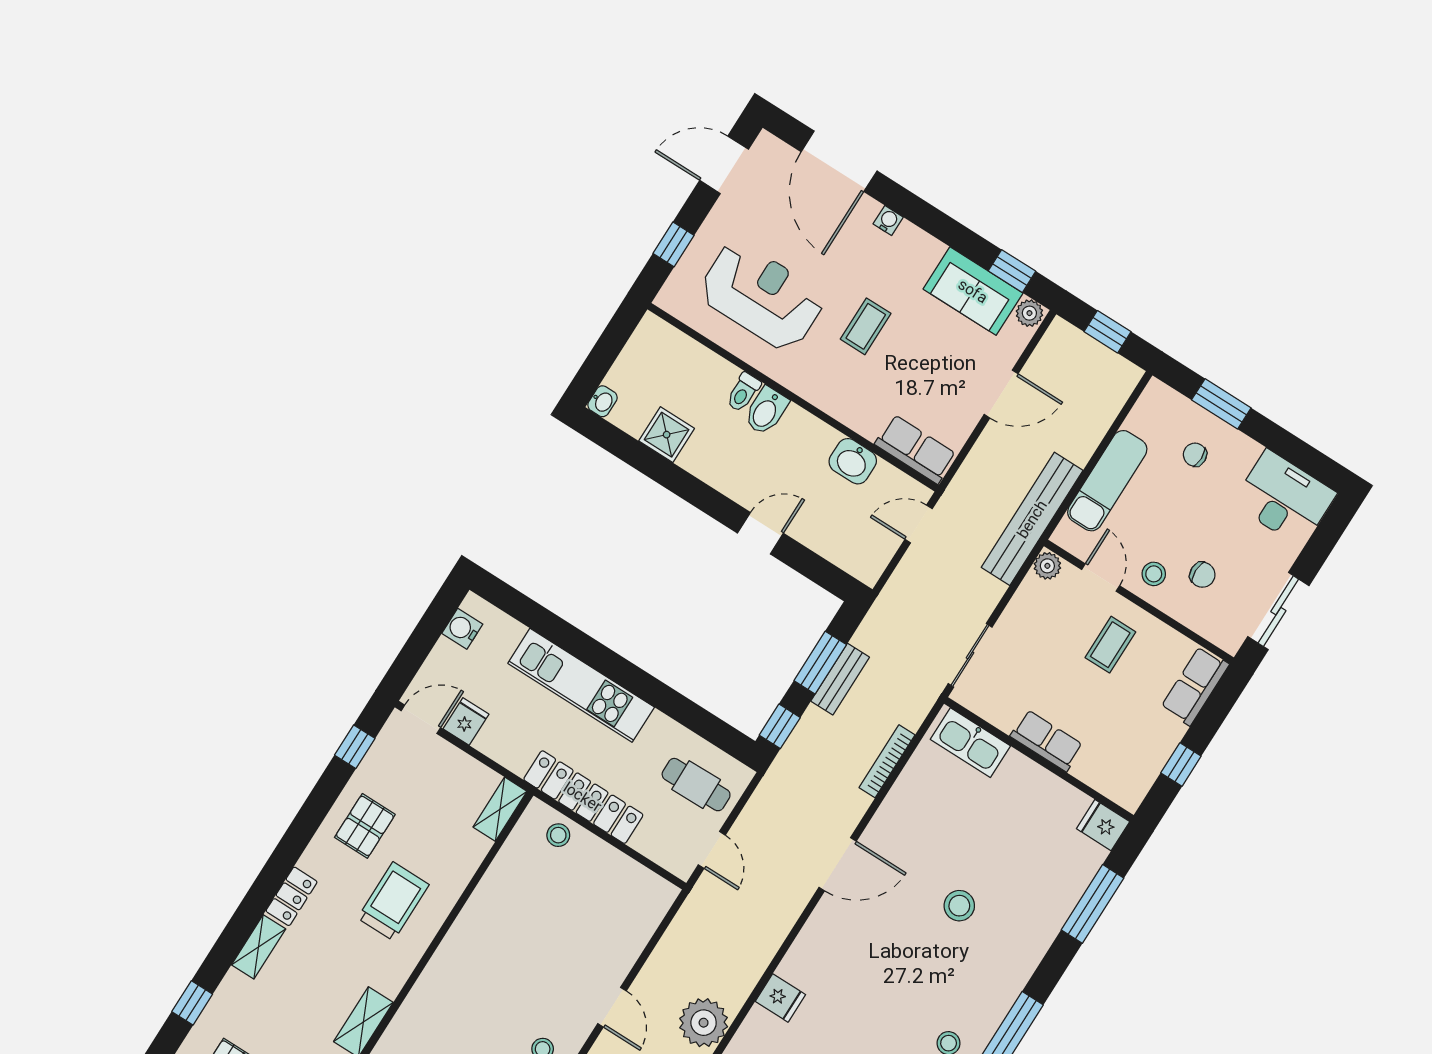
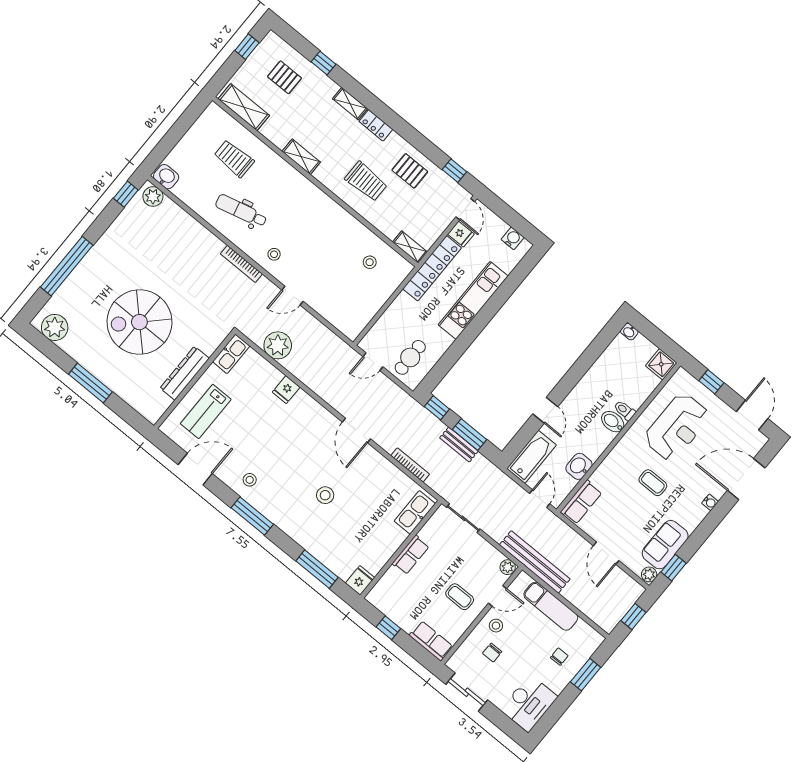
shower: (667, 435) -> (661, 364), moved
bathtub: (846, 548) -> (531, 457), added
locker: (583, 797) -> (432, 268), moved
stool: (558, 835) -> (370, 262), moved

